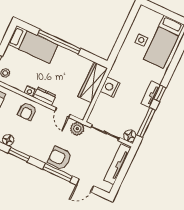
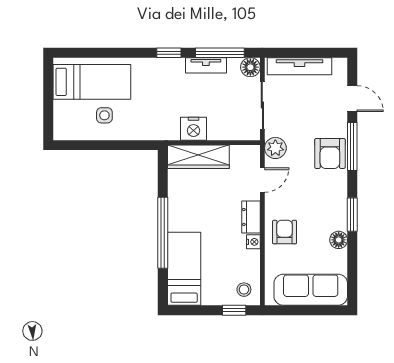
tv unit: (151, 94) -> (206, 65), moved
armchair: (27, 111) -> (285, 232), turned -90

